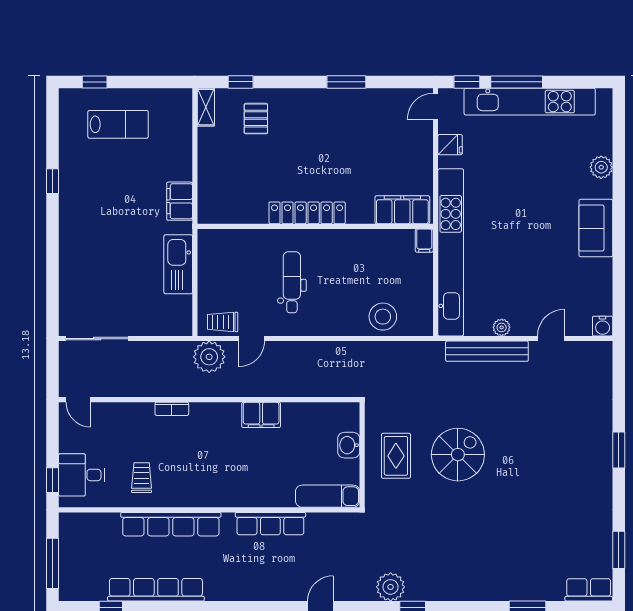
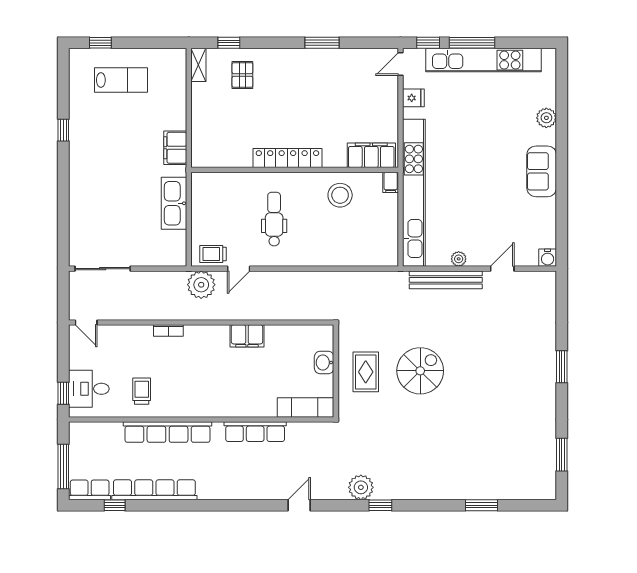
stool: (383, 317) -> (340, 195), moved
row of seats: (589, 590) -> (90, 490), moved

